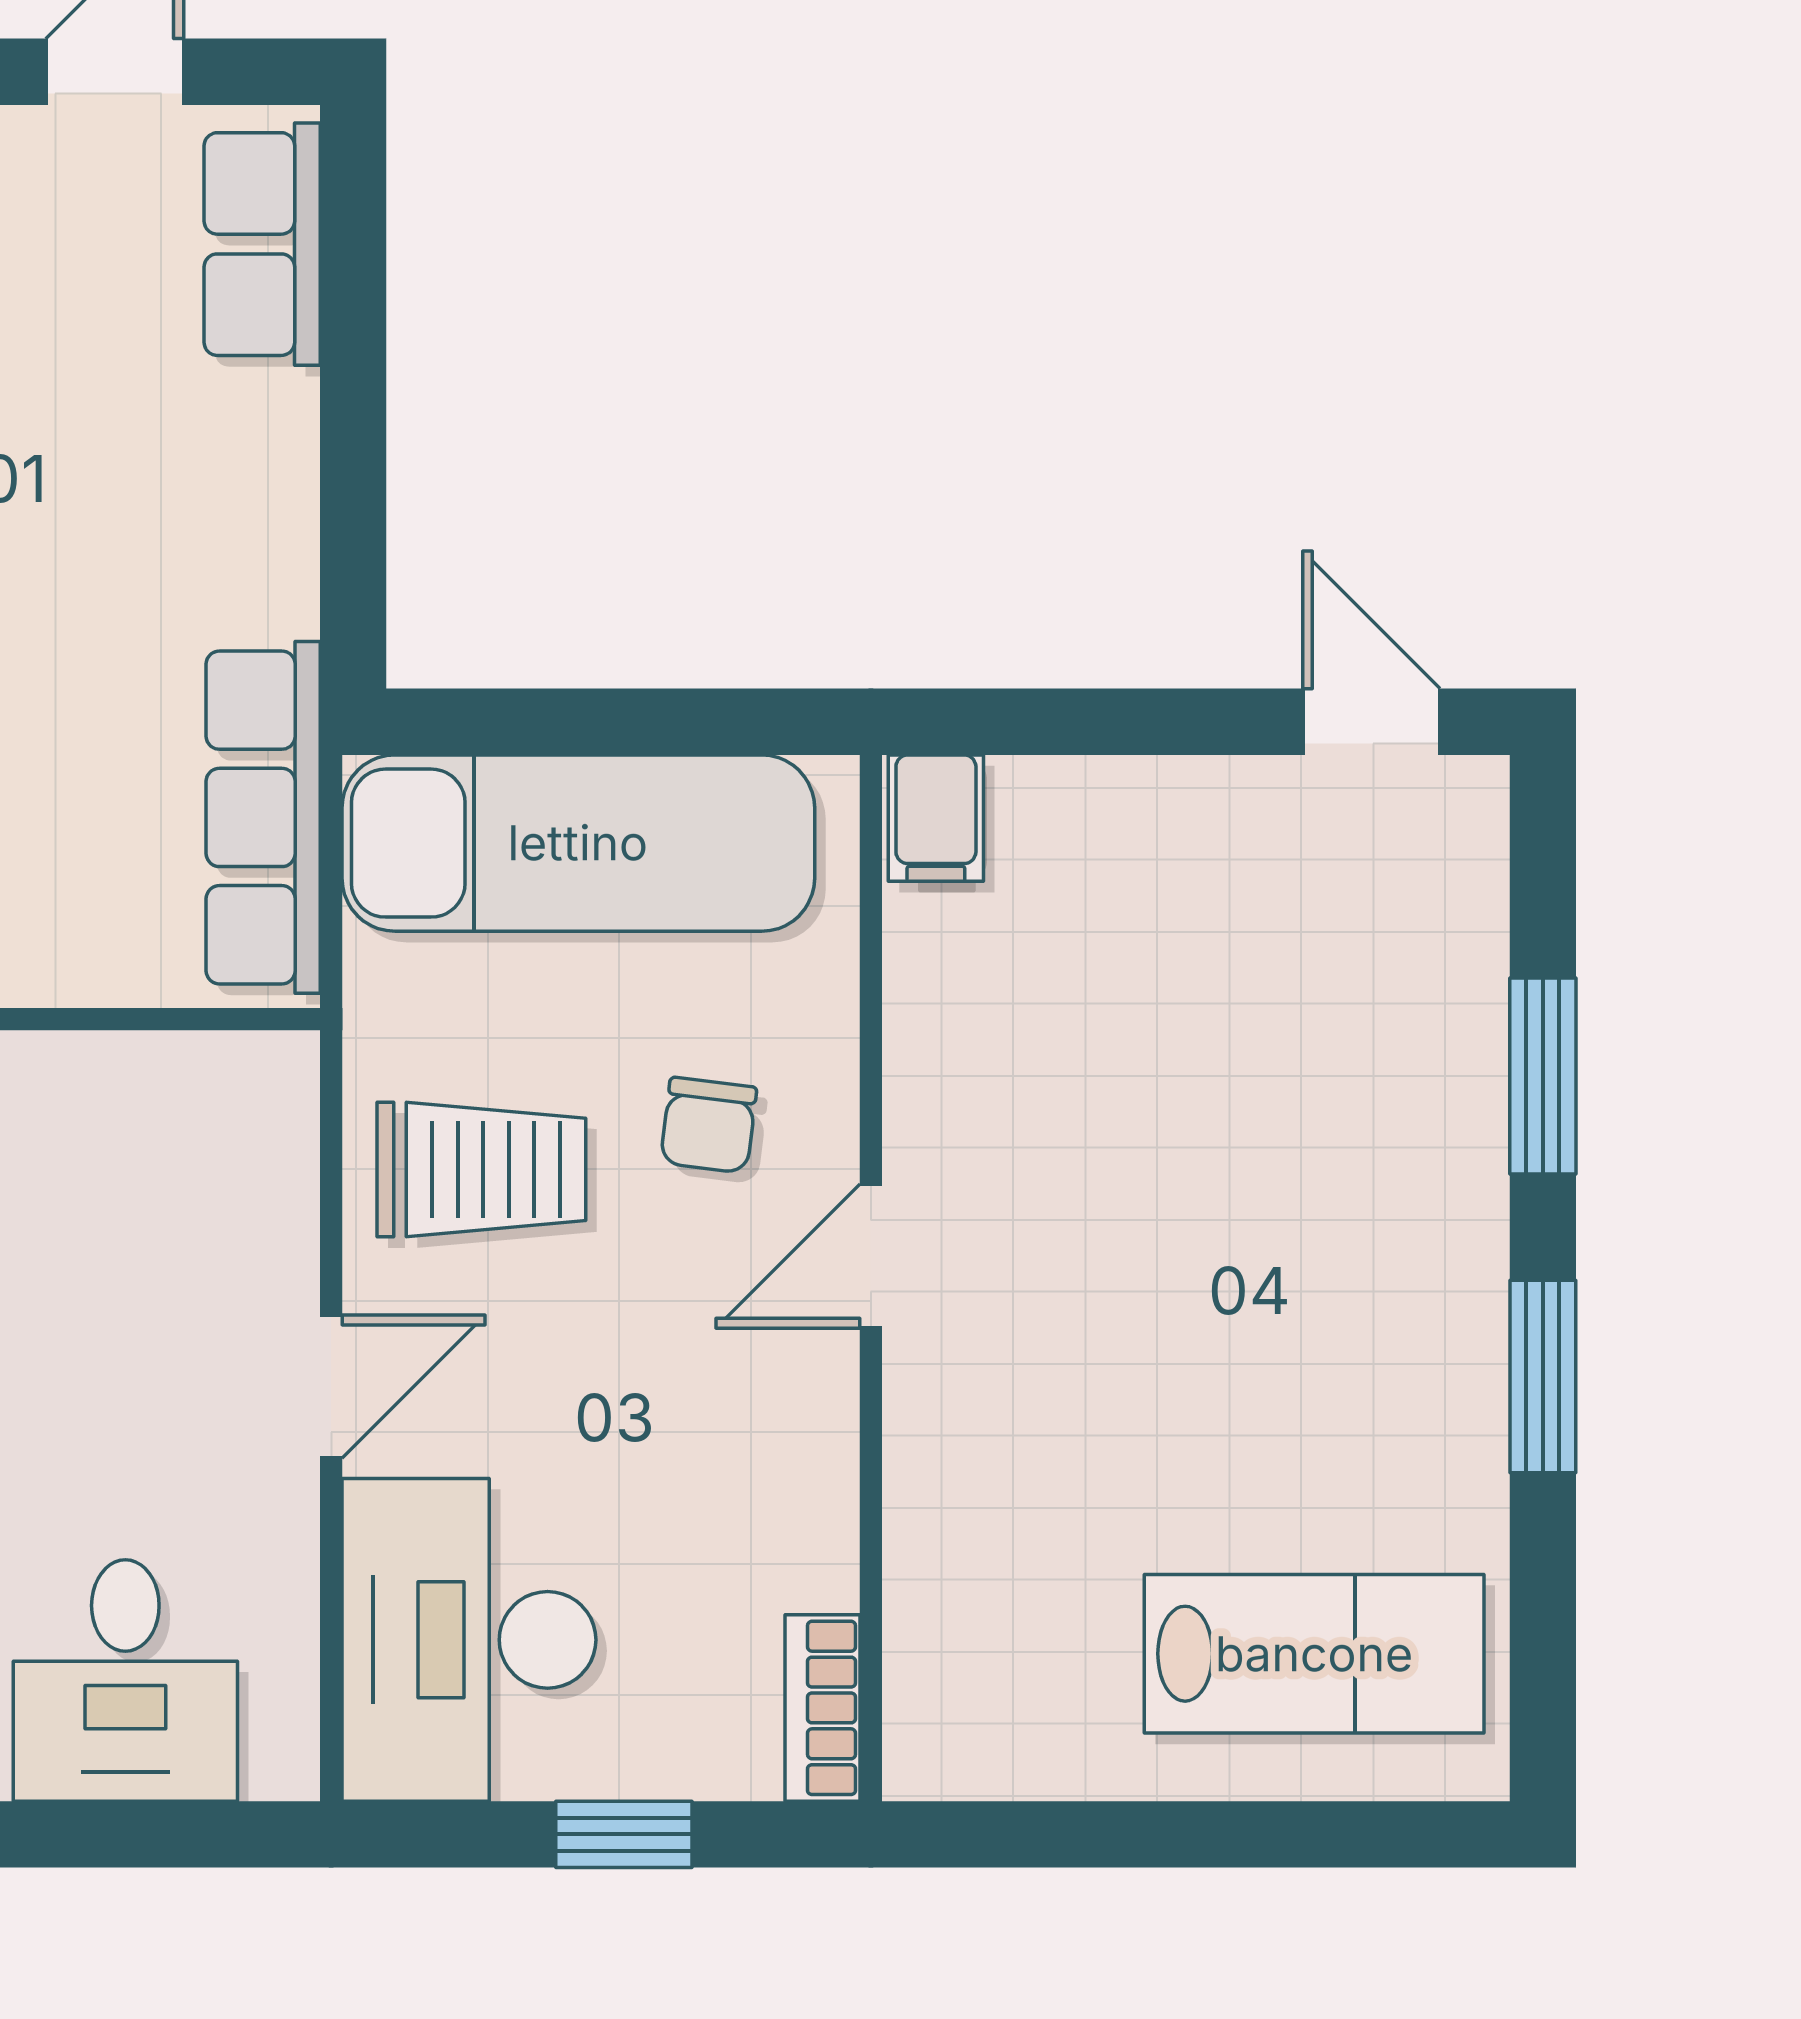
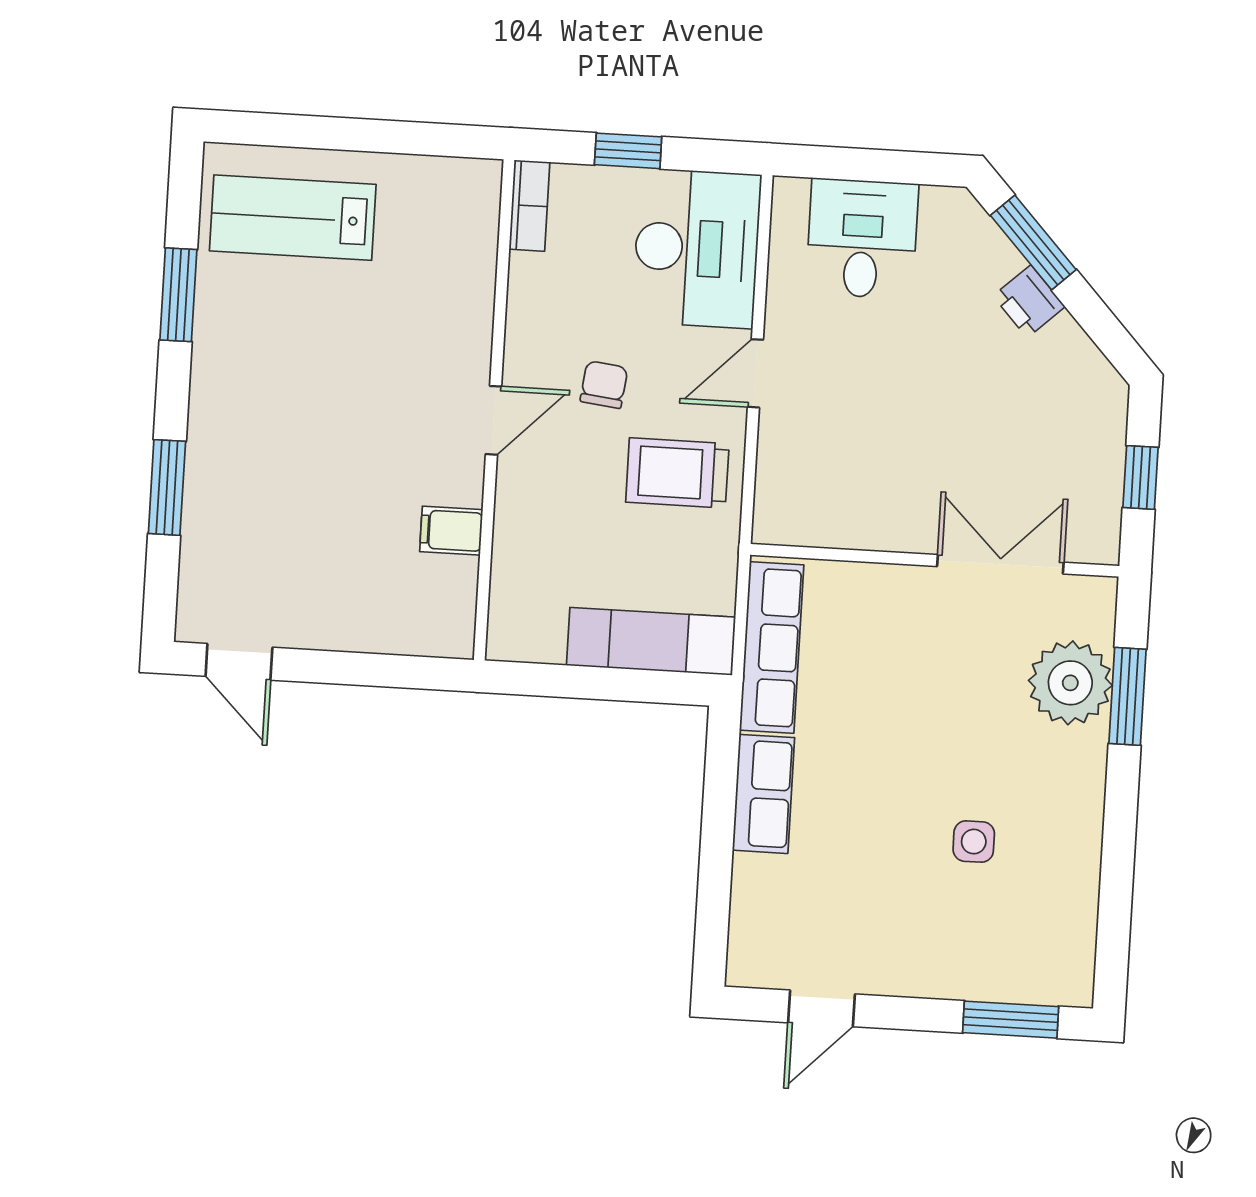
row of seats: (262, 244) -> (764, 794), moved
filing cabinet: (936, 818) -> (451, 531), moved, turned -90
exam couch: (578, 843) -> (651, 641), width x0.73, depth x0.69
chair: (709, 1125) -> (604, 385), moved
window: (1543, 1377) -> (178, 295), moved

